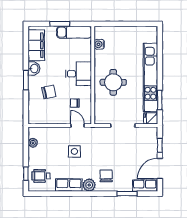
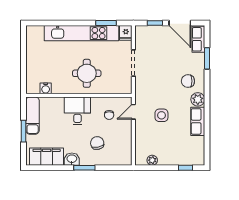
wheelchair: (41, 176) -> (188, 151), removed

